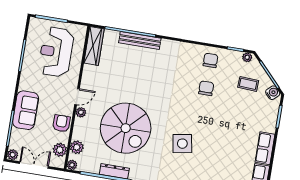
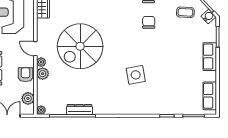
door: (77, 97) -> (35, 49), swing flipped
spiral stairs: (126, 128) -> (80, 46), moved, turned 90
plant: (77, 147) -> (43, 74), moved
row of seats: (265, 148) -> (210, 57), moved

